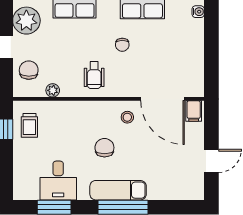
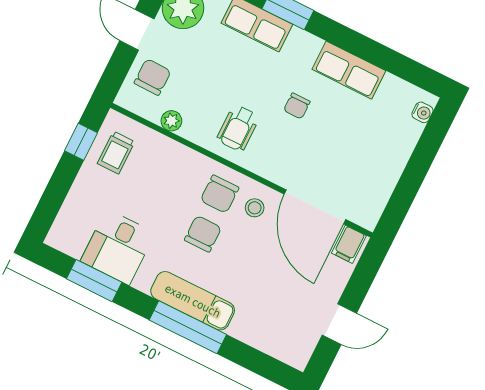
chair: (103, 119) -> (220, 194), added

